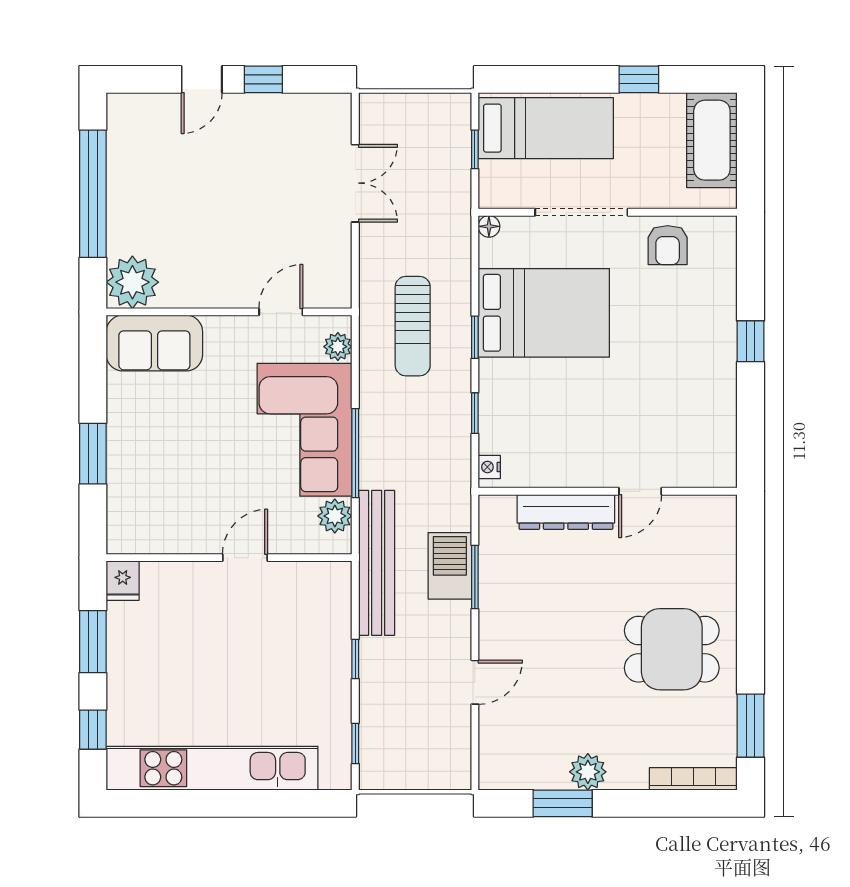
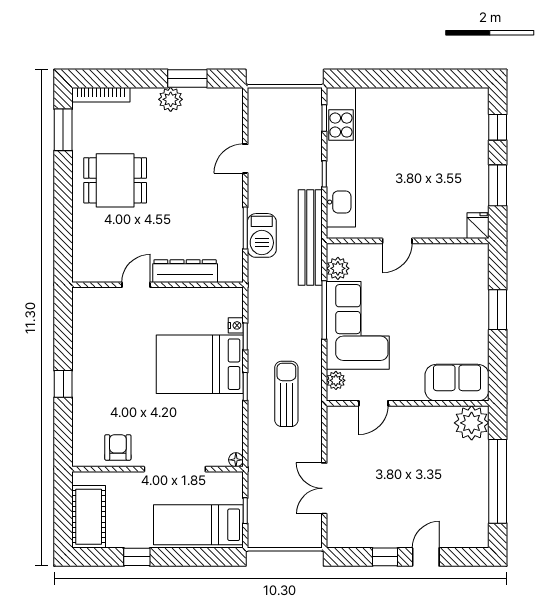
bed: (544, 313) -> (200, 364), moved
nightstand: (489, 467) -> (236, 325), moved
kitchen unit: (212, 768) -> (341, 157), moved, turned -90

